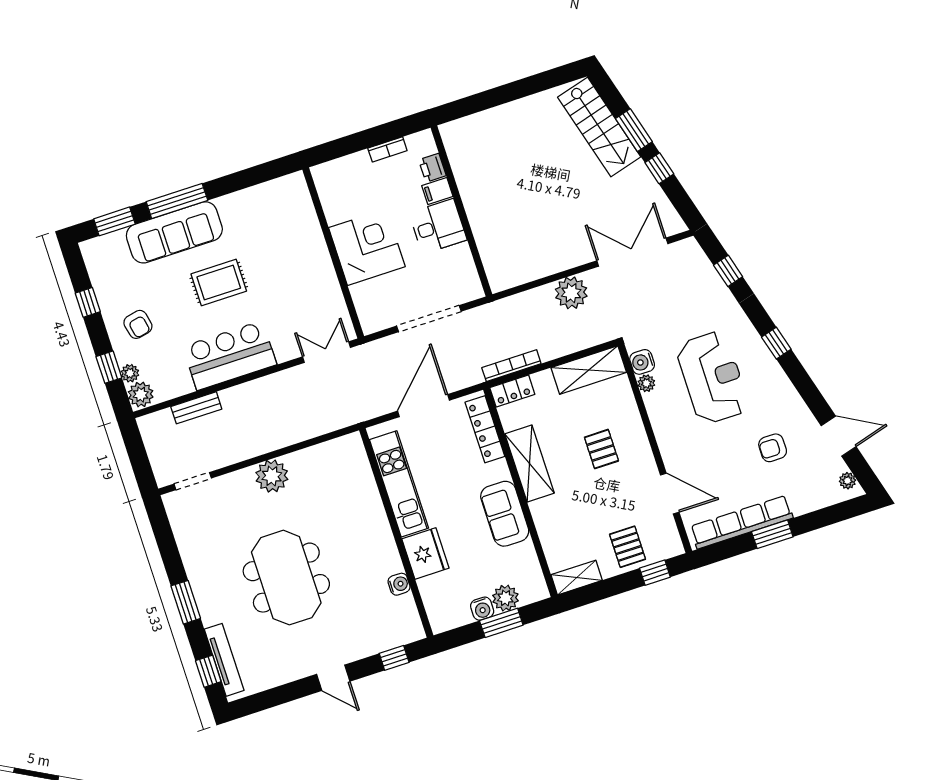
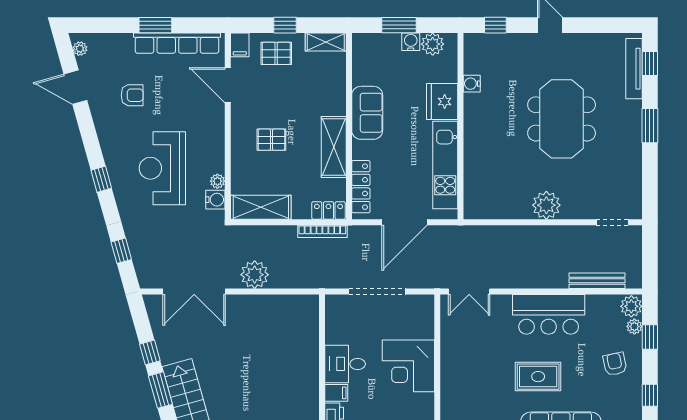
bench: (196, 408) -> (597, 281), width x1.36
pallet: (601, 449) -> (271, 140), turned 90
filing cabinet: (671, 543) -> (240, 45), added
pallet: (628, 547) -> (276, 53), turned 90
window: (655, 573) -> (285, 25), moved
plant: (505, 598) -> (433, 44), moved

